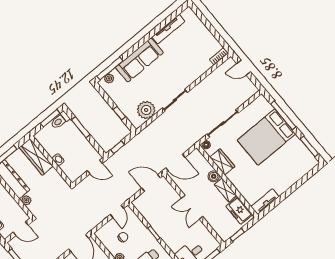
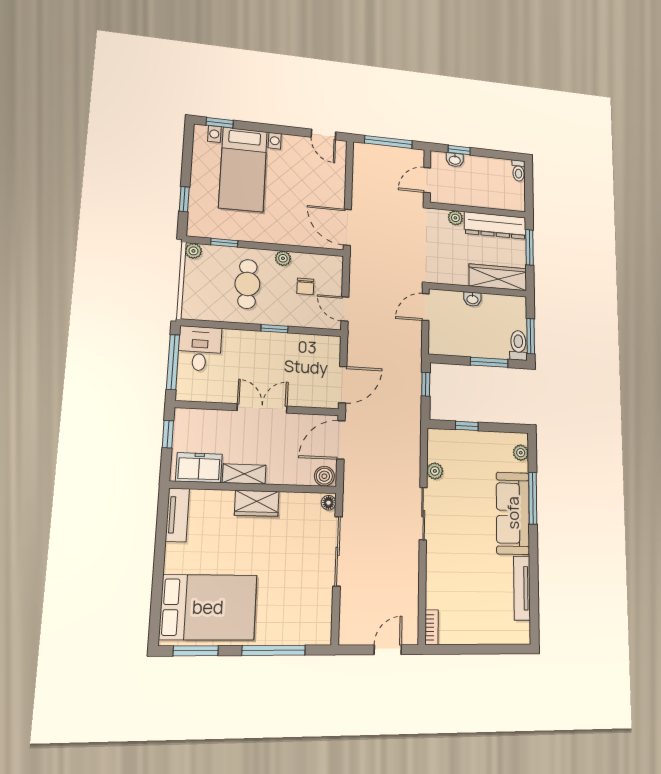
window: (110, 68) -> (533, 498), moved
plant: (146, 110) -> (435, 471), width x0.53, depth x0.53
bed: (266, 137) -> (208, 607), moved, turned 90
wardrobe: (222, 162) -> (257, 503), moved
door: (95, 167) -> (426, 307), moved
boiler: (214, 176) -> (324, 476), moved

